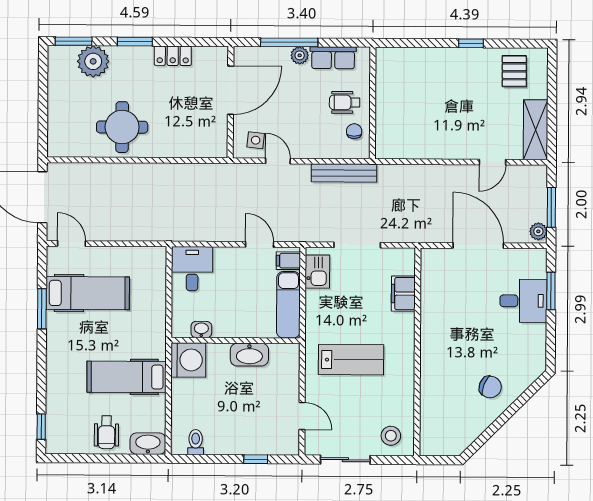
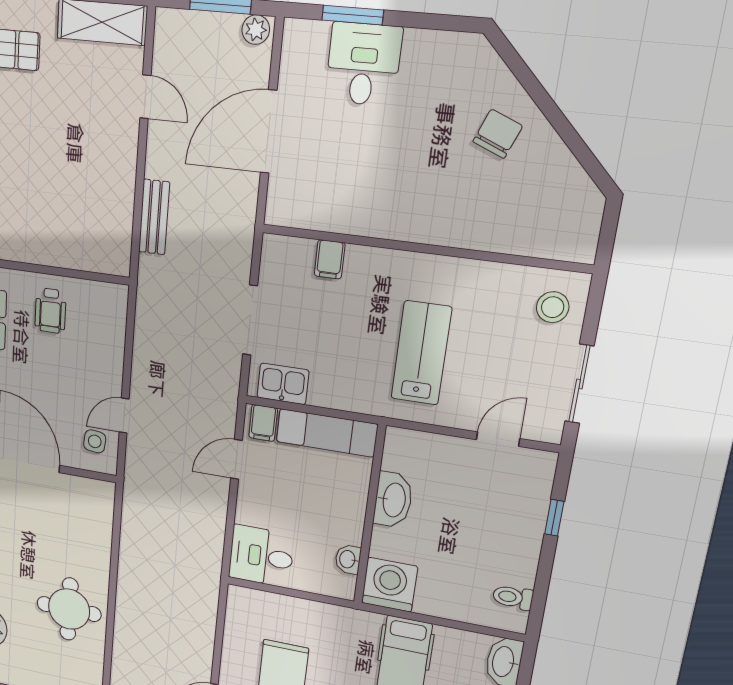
chair: (354, 131) -> (90, 303), removed
bench: (344, 173) -> (154, 217), moved, width x0.73
filing cabinet: (403, 294) -> (330, 259), width x0.50

